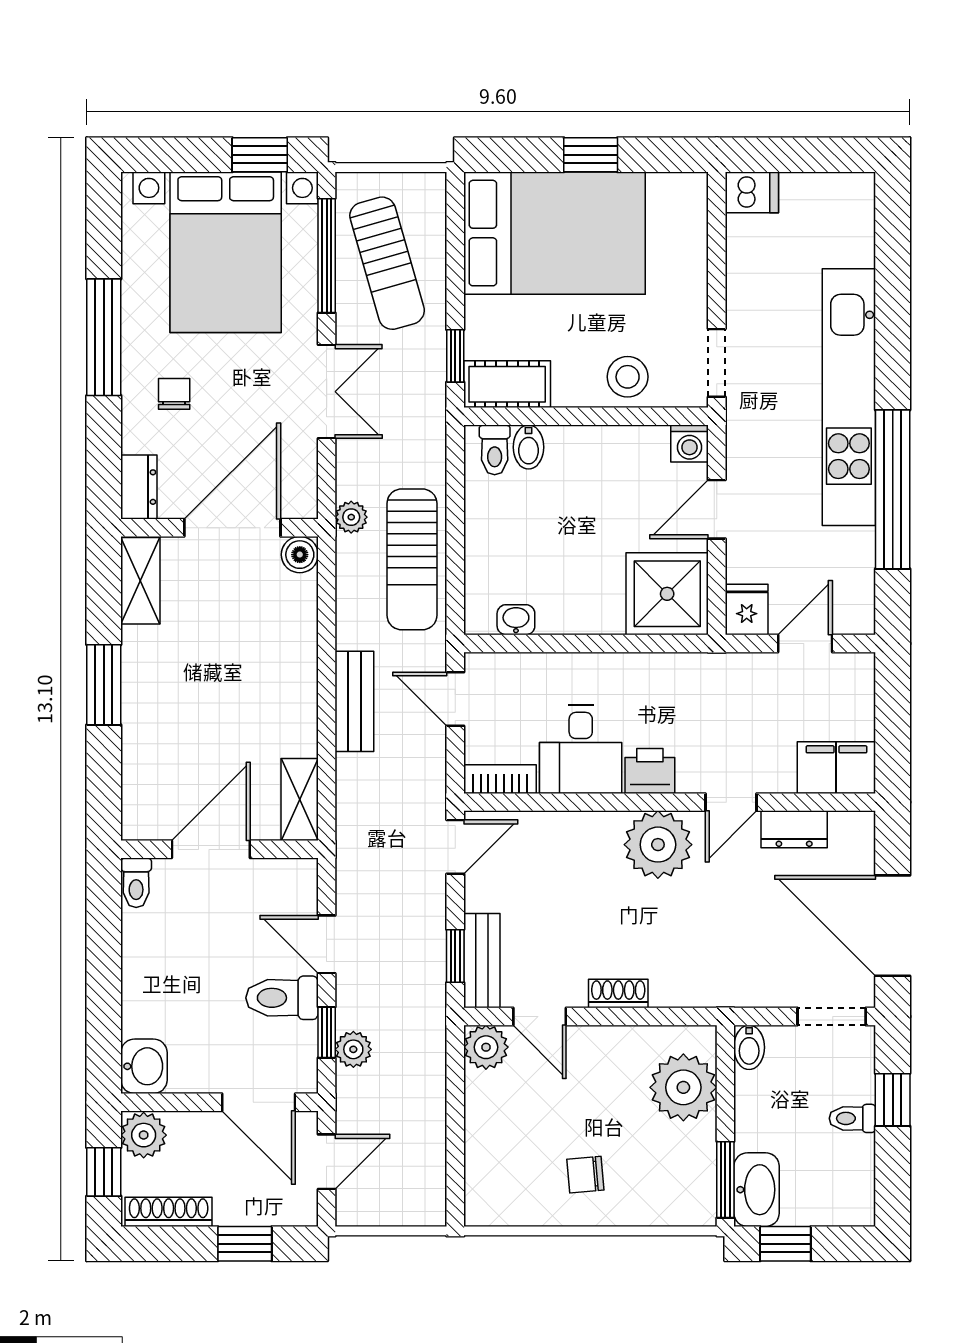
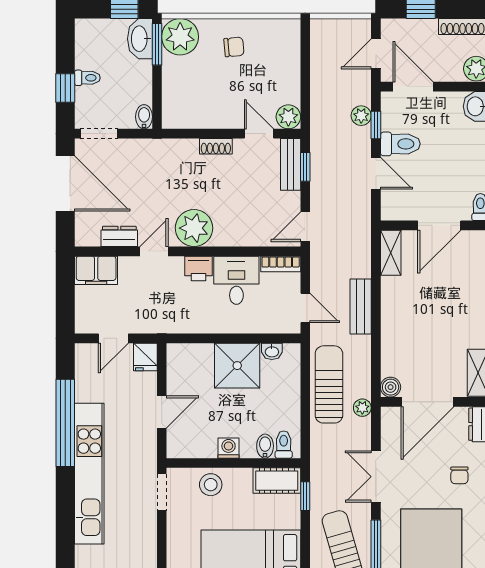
washing machine: (689, 444) -> (229, 448), moved
shower: (667, 594) -> (237, 366), moved
plant: (683, 1087) -> (180, 37), moved

